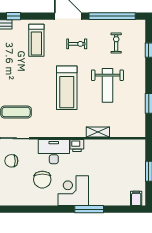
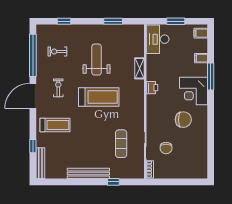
weight bench: (107, 85) -> (97, 60), turned -90
desk: (54, 152) -> (158, 39), moved
filing cabinet: (109, 199) -> (201, 58), added

